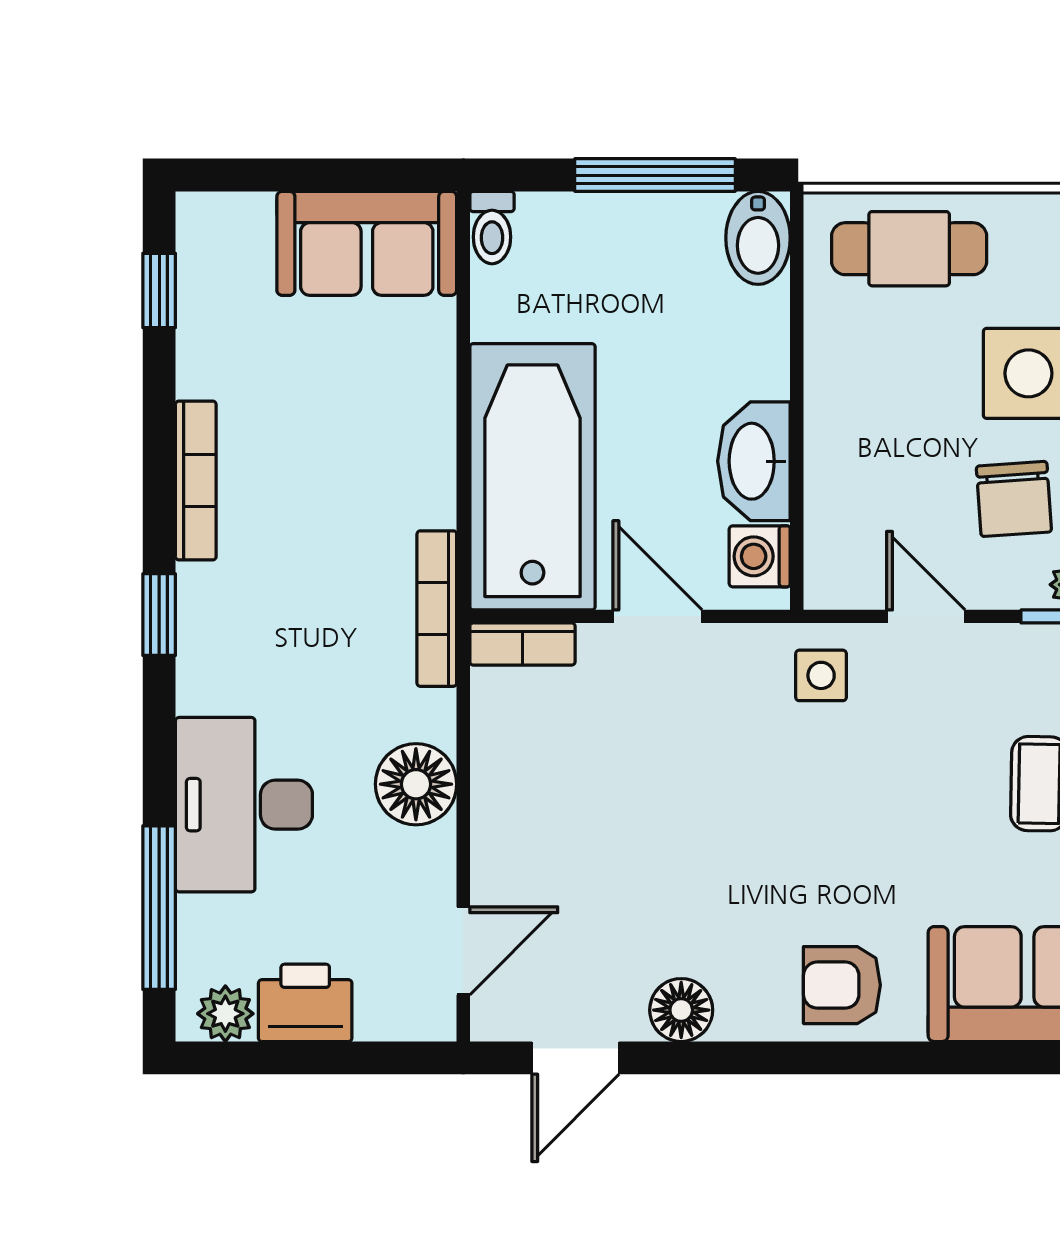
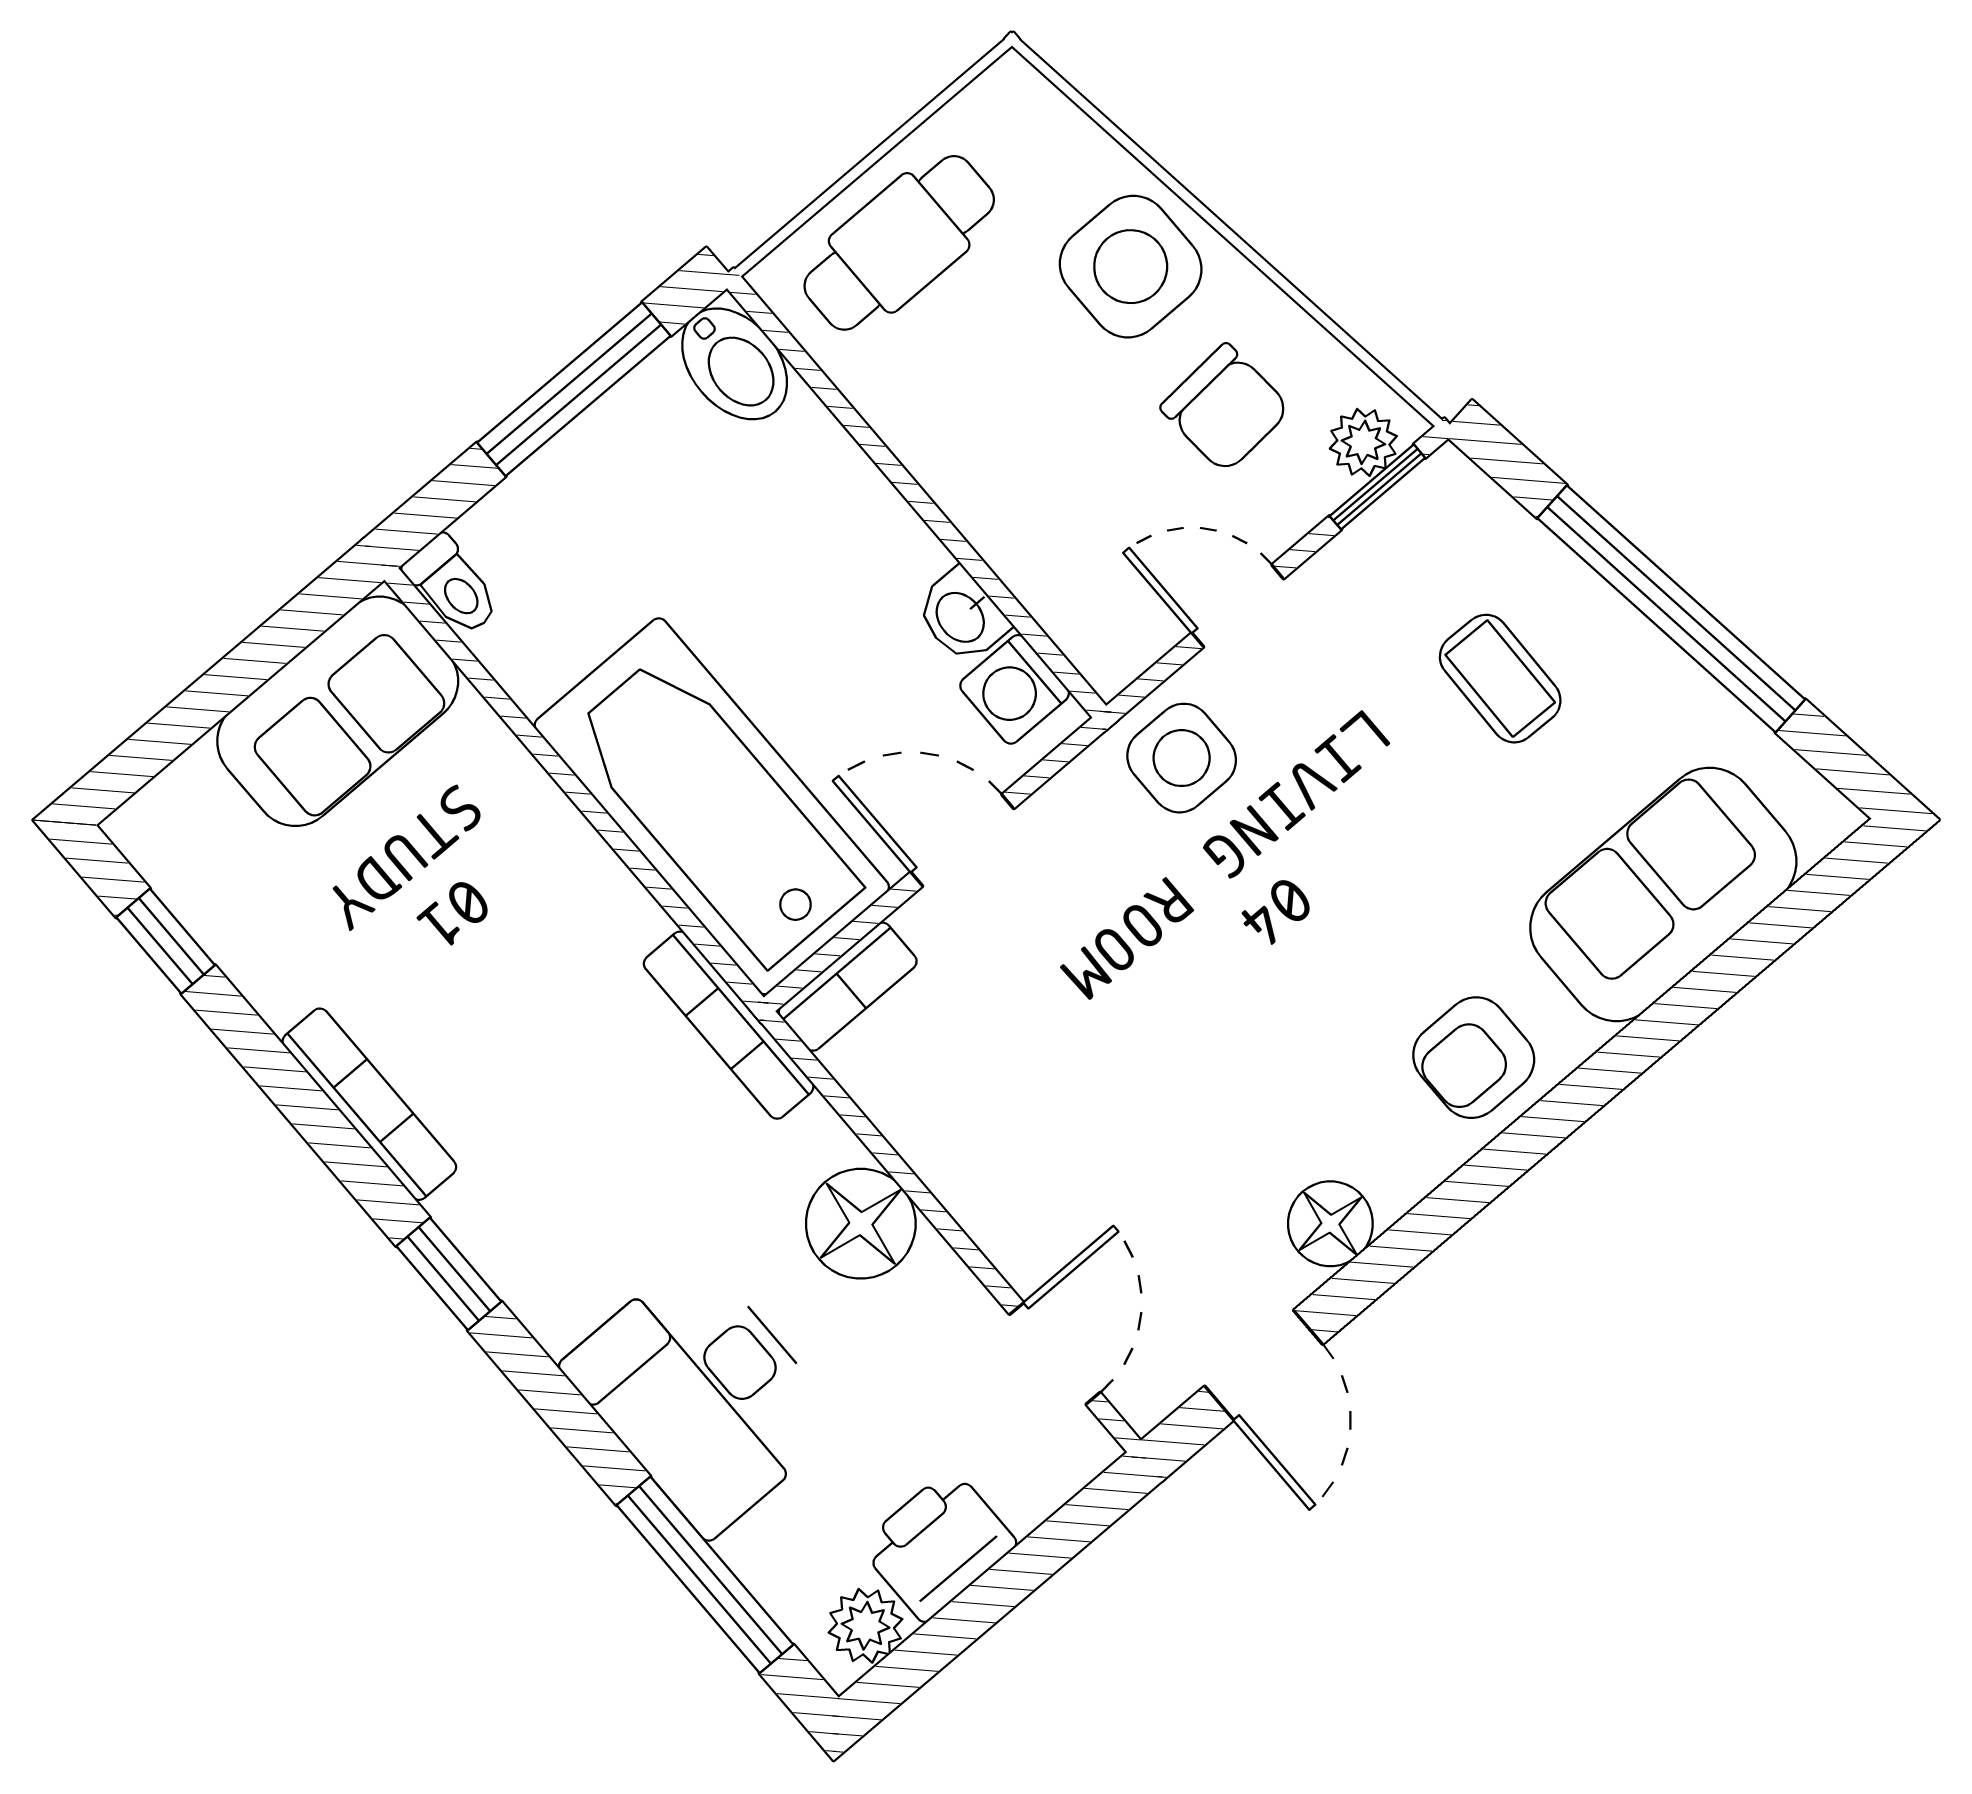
washbasin: (754, 461) -> (962, 616), width x0.52, depth x0.69
side table: (821, 675) -> (1182, 758), width x1.37, depth x1.37

